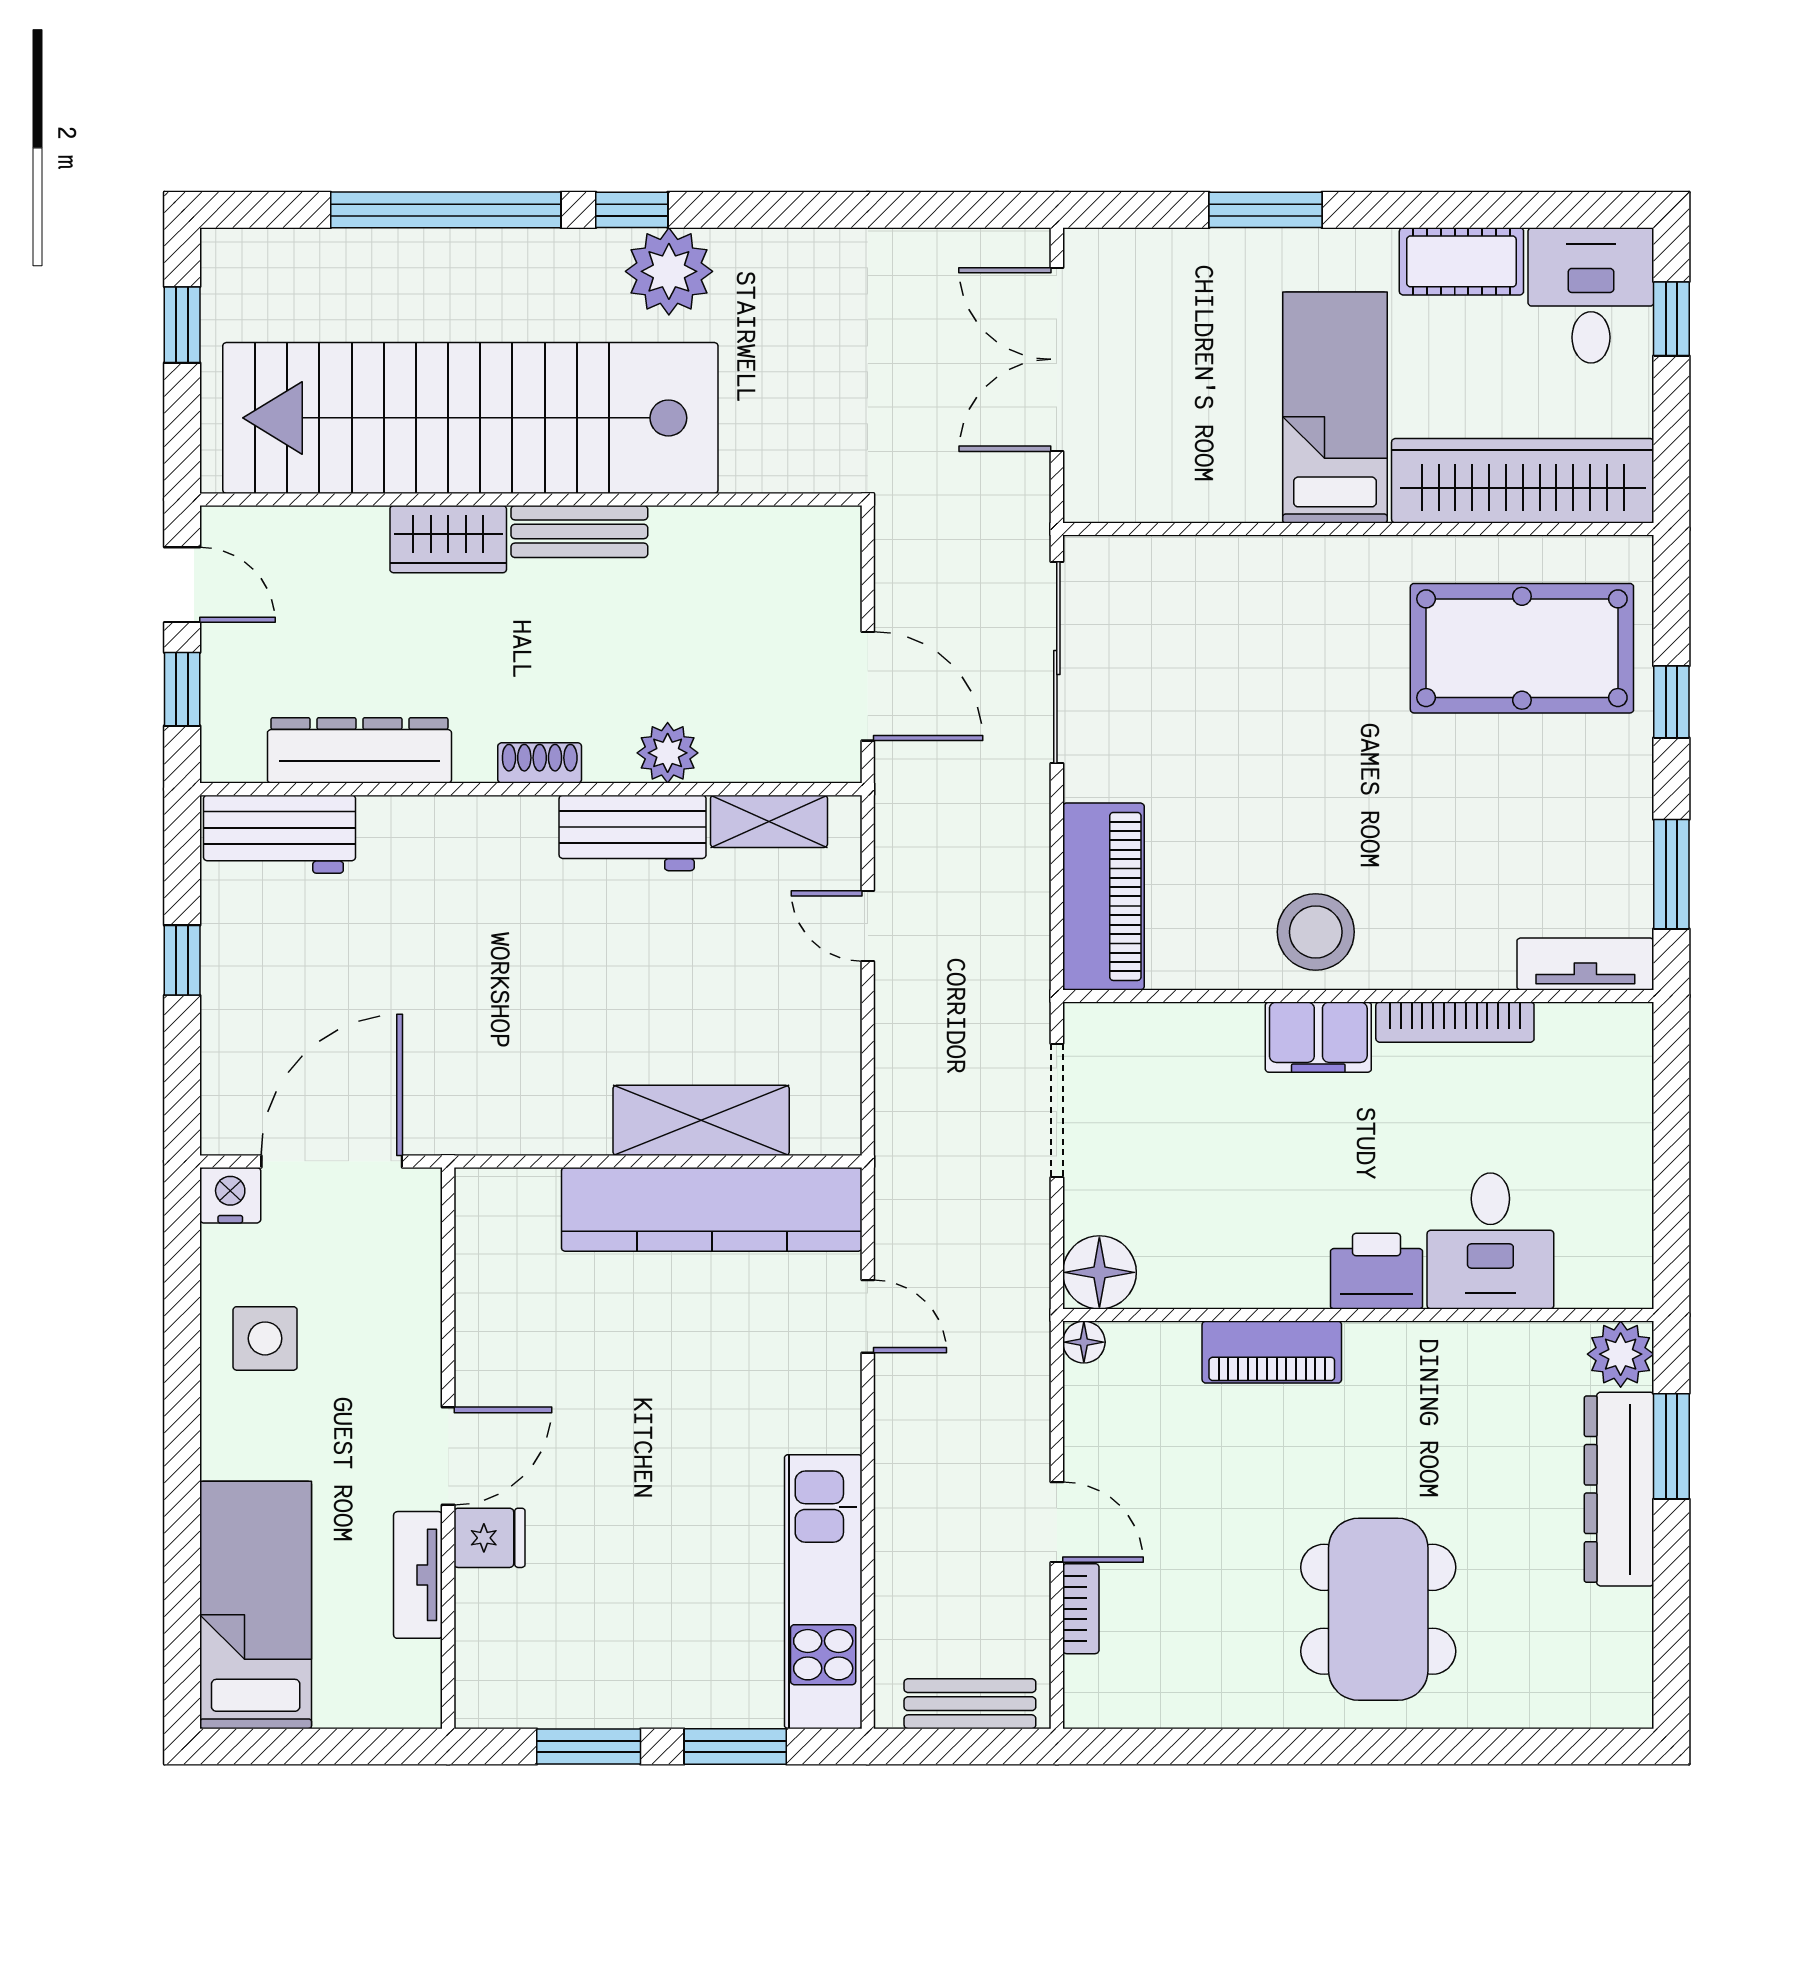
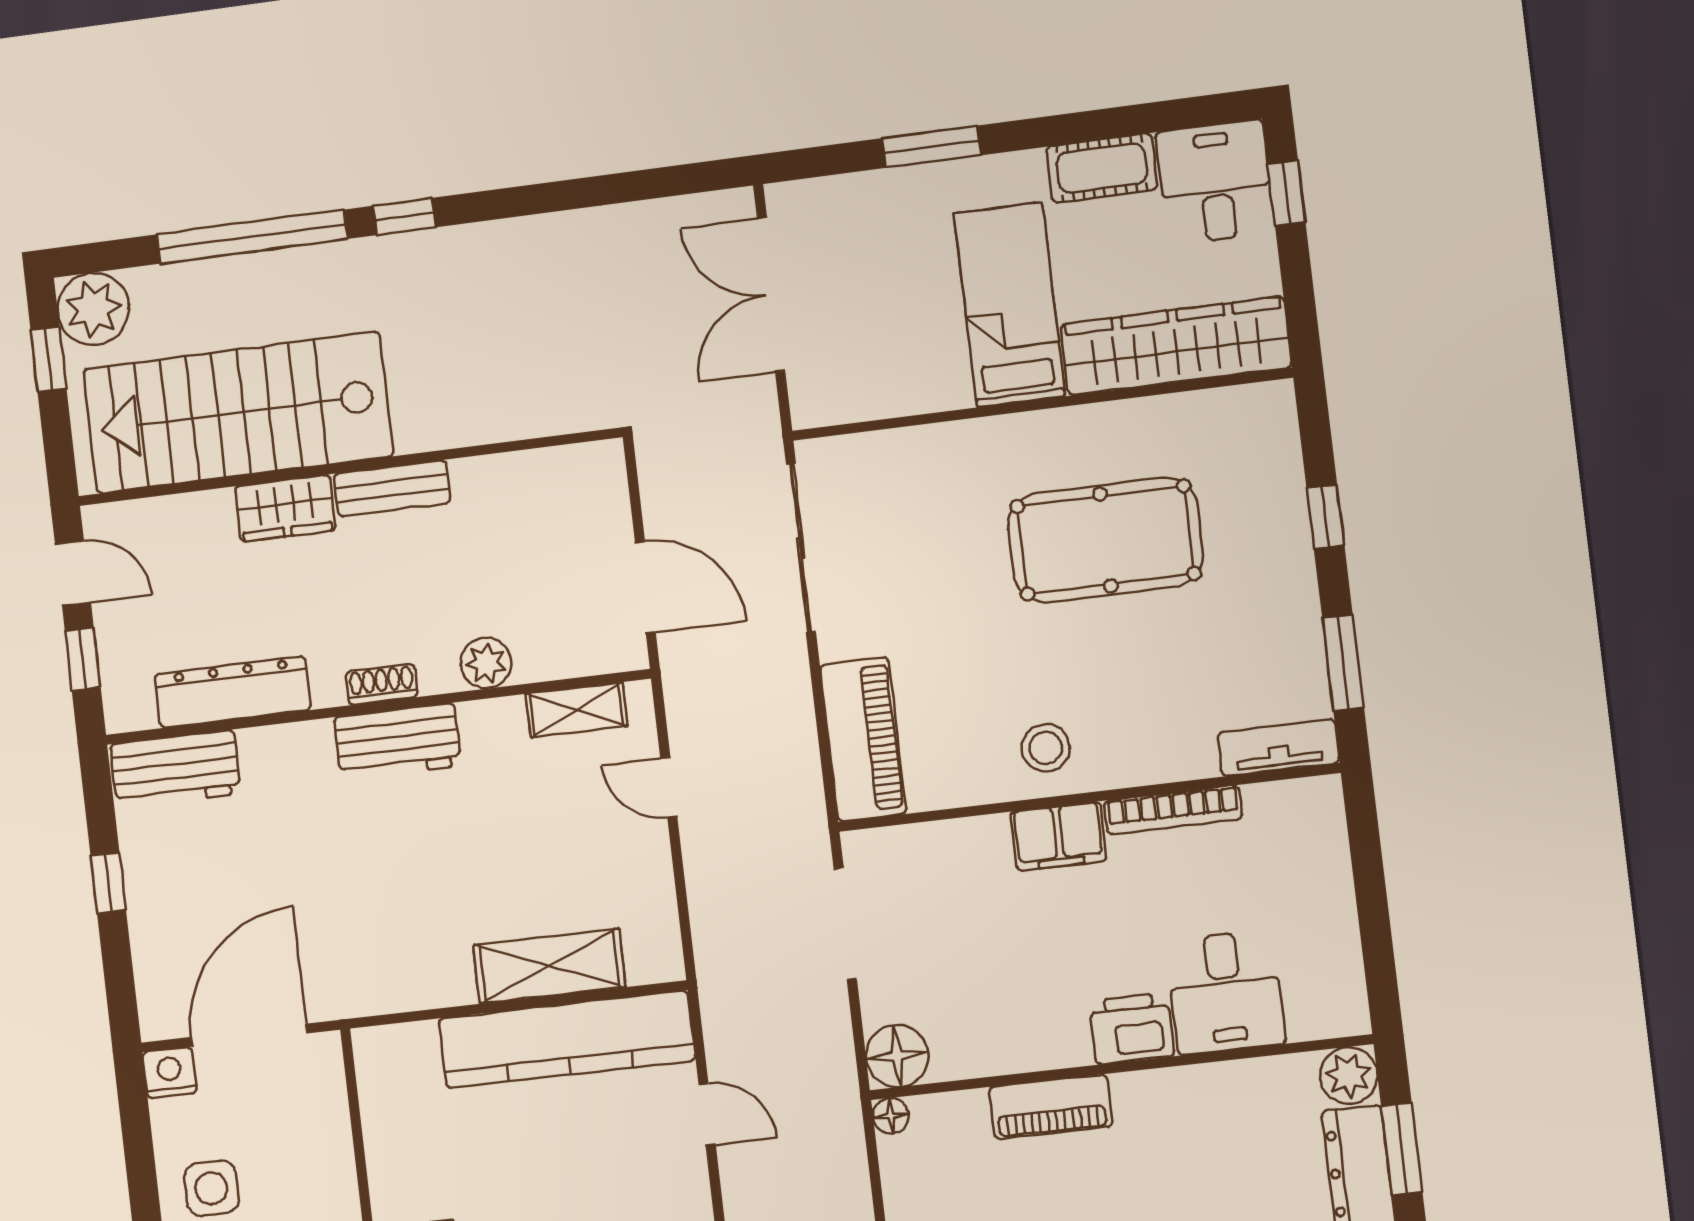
plant: (669, 271) -> (93, 309), moved
stairs: (470, 418) -> (238, 413), width x0.73
pool table: (1522, 648) -> (1106, 540), moved
workbench: (633, 833) -> (397, 741), moved
stool: (1316, 932) -> (1046, 748), width x0.73, depth x0.73

